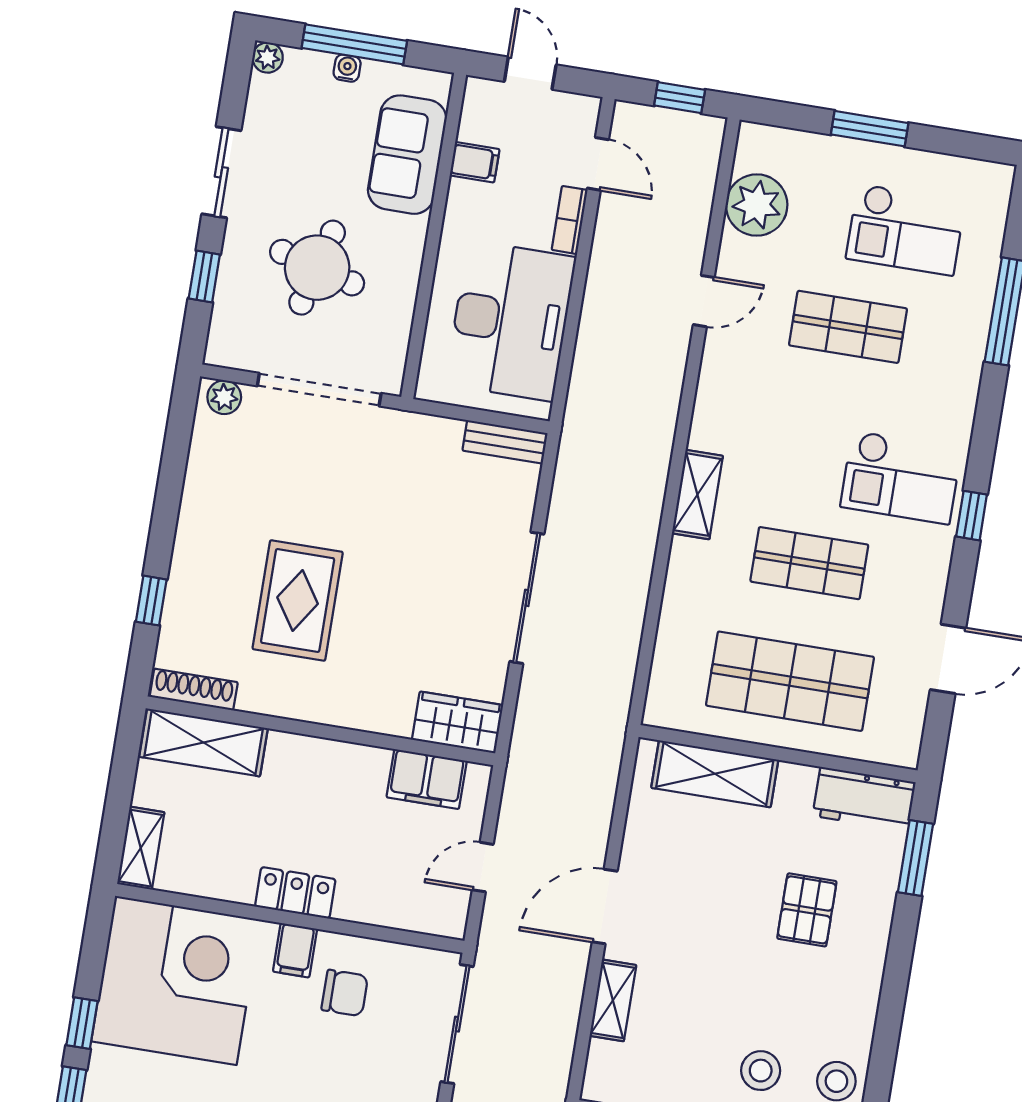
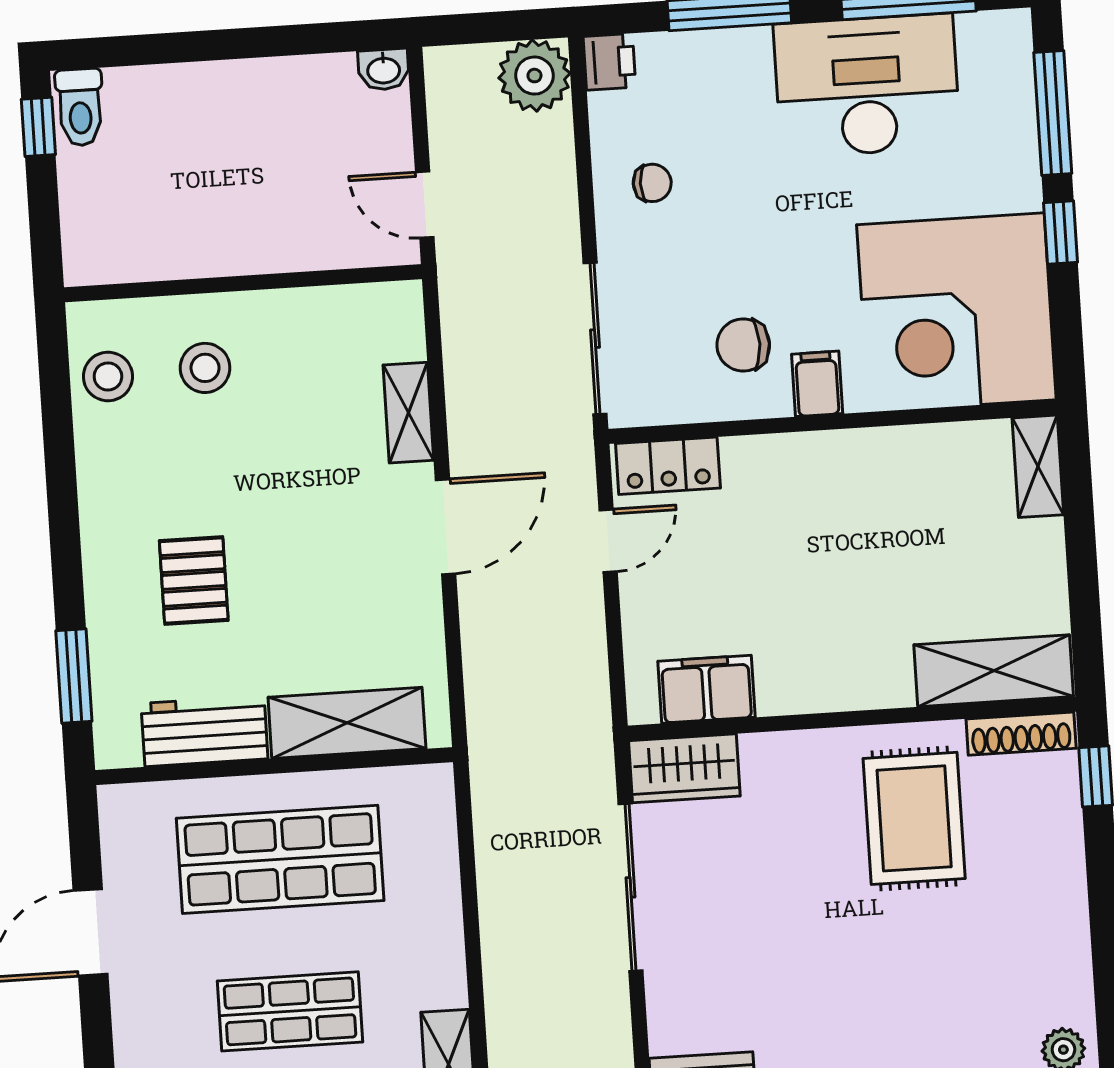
shoe rack: (194, 689) -> (1021, 734), moved
wardrobe: (458, 722) -> (684, 768), moved
wall: (320, 731) -> (852, 719), moved
shelving: (204, 743) -> (994, 671), moved
filing cabinet: (427, 779) -> (706, 689), moved
workbench: (864, 799) -> (204, 731), moved
locker: (295, 893) -> (668, 466), moved

